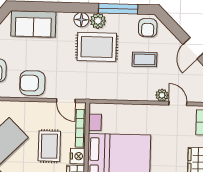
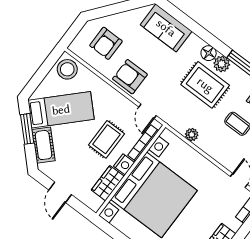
plant: (162, 95) -> (192, 135), moved

